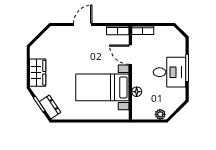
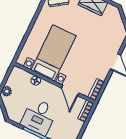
door: (130, 55) -> (70, 90), swing flipped

